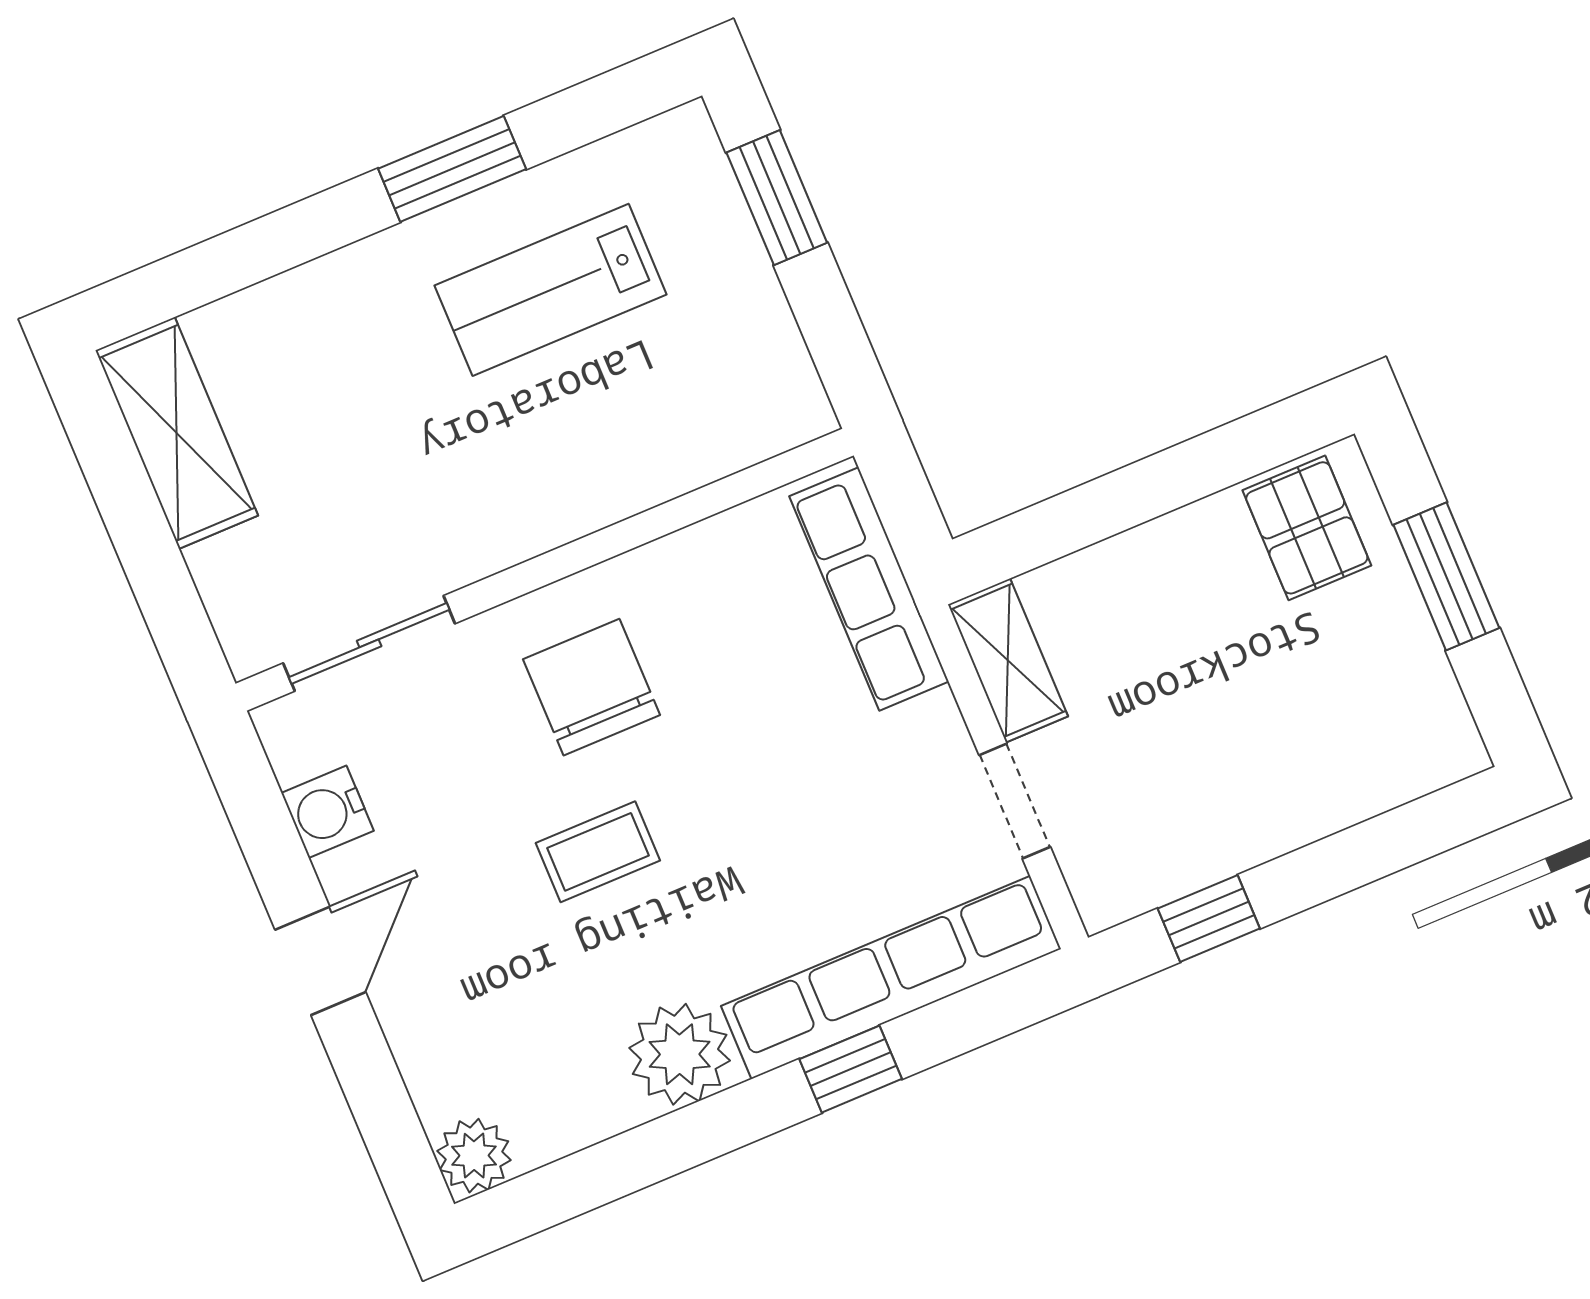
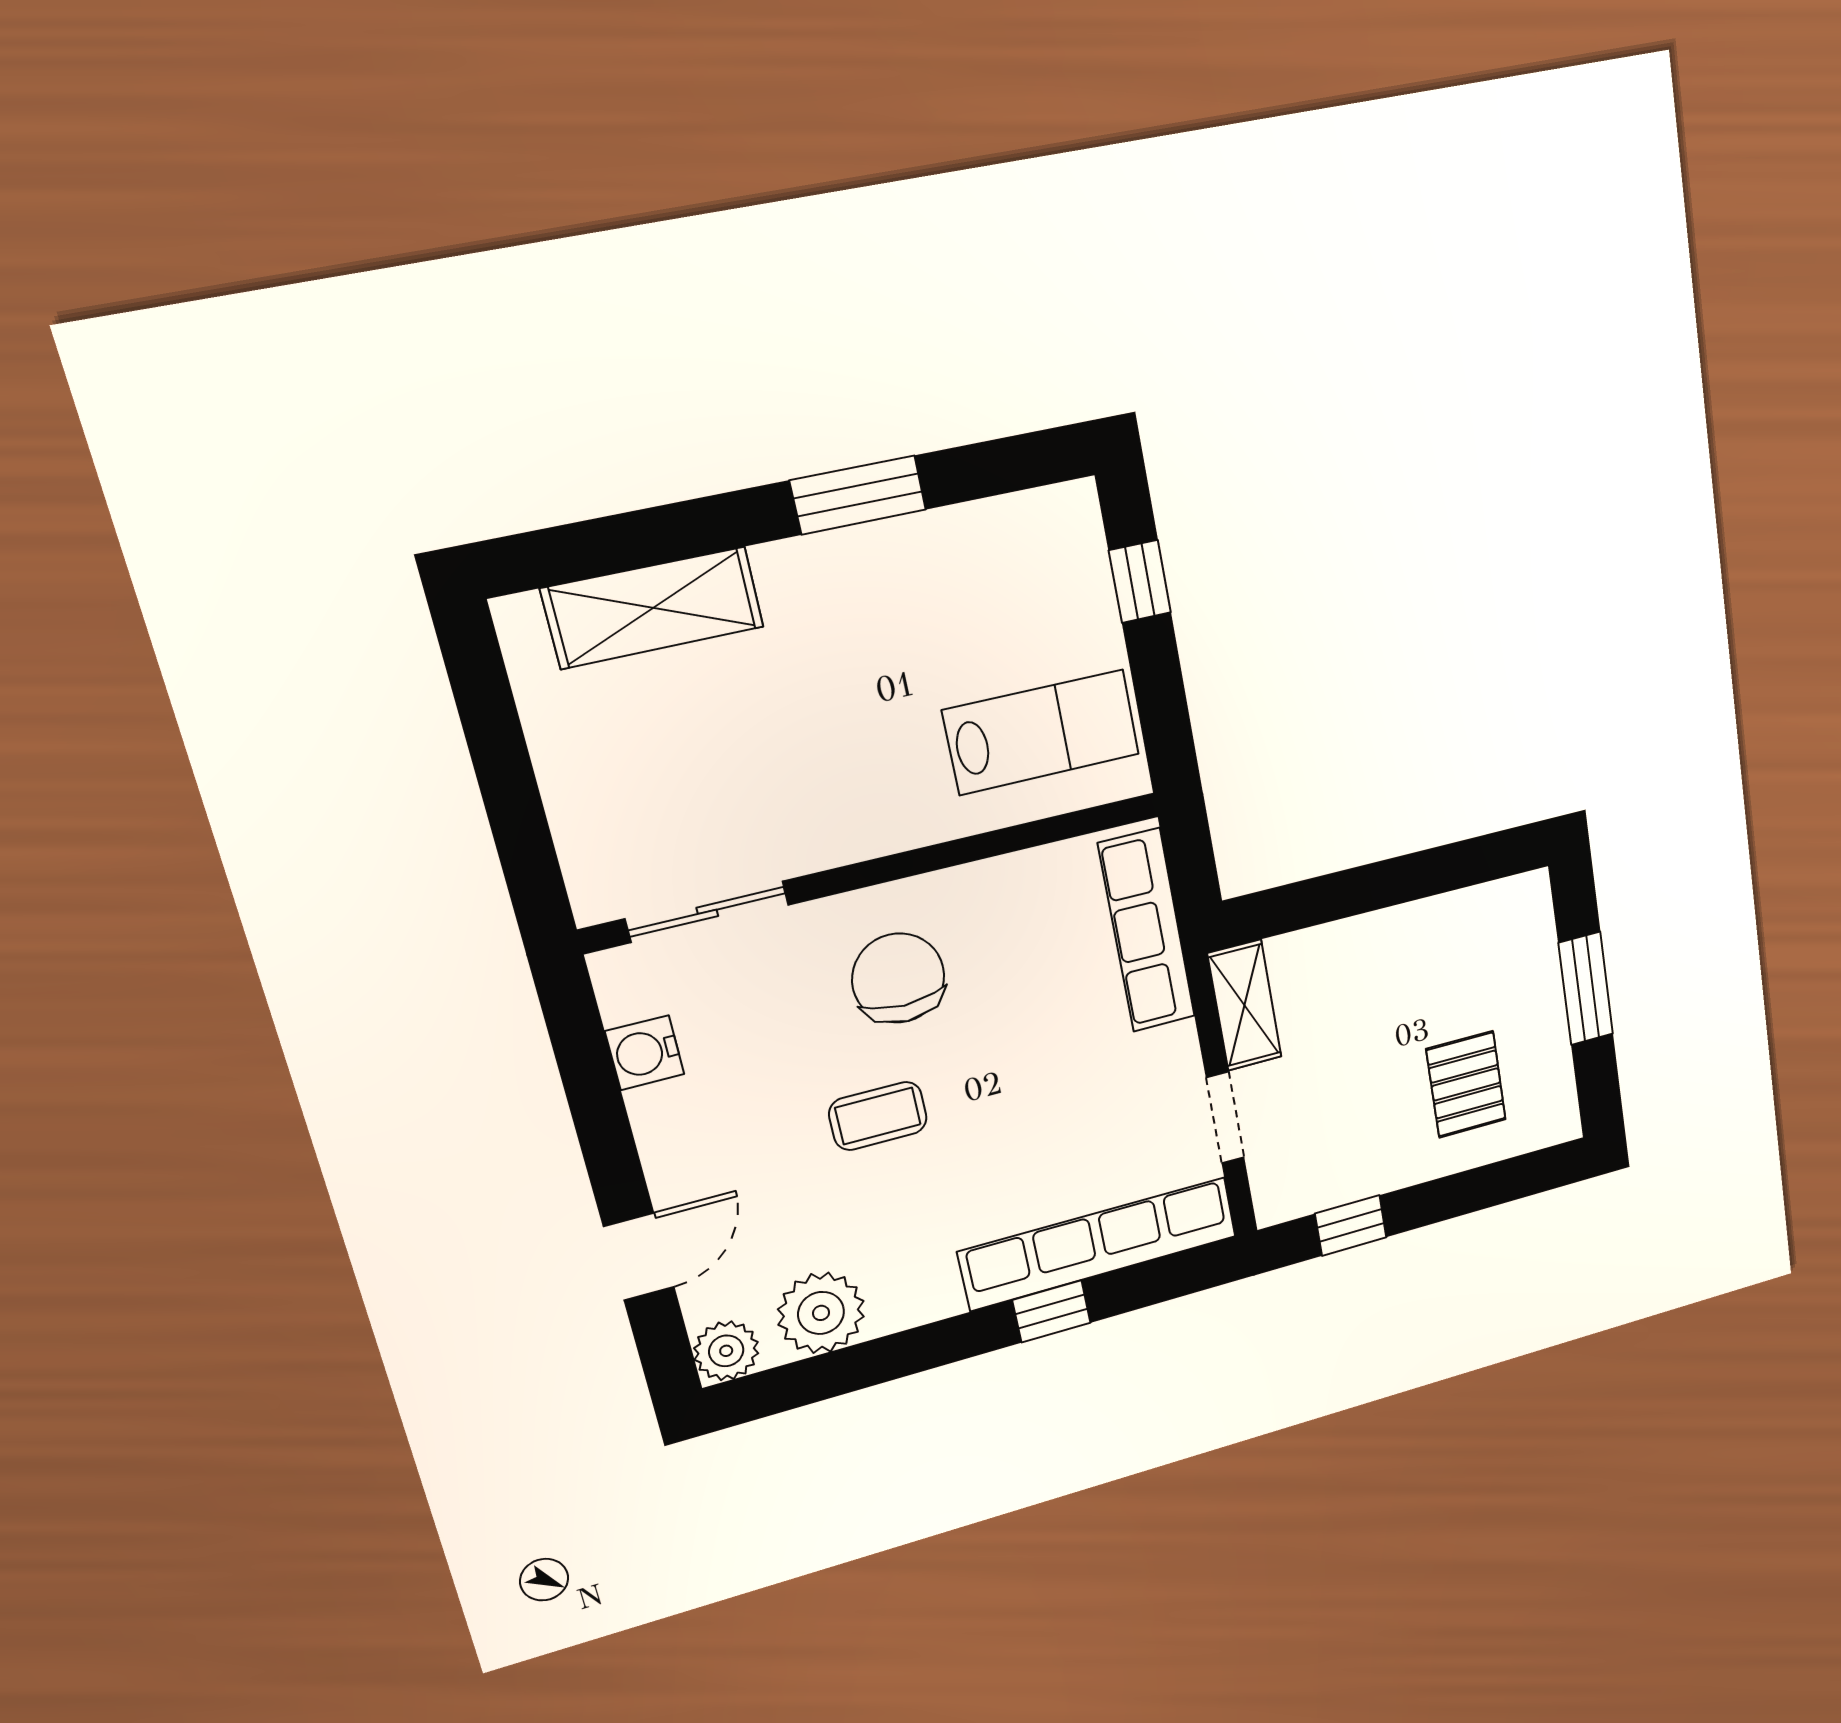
window: (777, 198) -> (1140, 581), width x0.67
lab bench: (551, 290) -> (1041, 732), moved, turned 180
shelving: (177, 433) -> (653, 608), moved, turned 90
pallet: (1307, 528) -> (1466, 1084), moved
door: (320, 961) -> (639, 1257), moved
plant: (680, 1054) -> (821, 1313), moved

